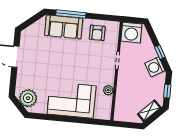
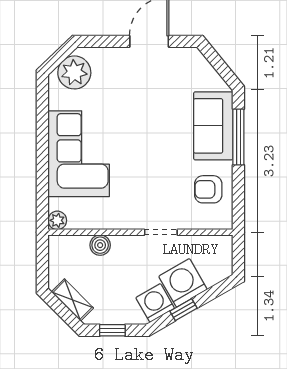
washing machine: (131, 33) -> (183, 283), moved, turned 60
plant: (108, 90) -> (57, 220), moved
boiler: (121, 93) -> (100, 245), added

